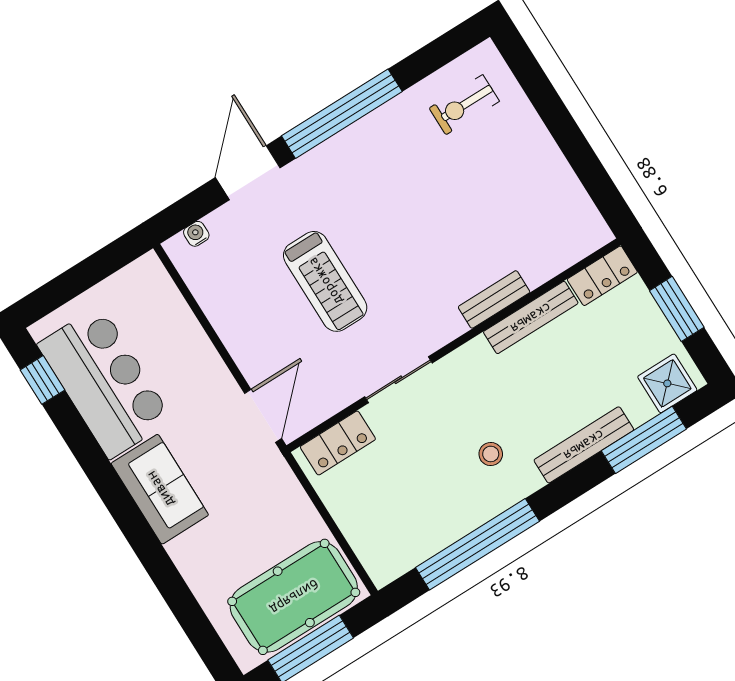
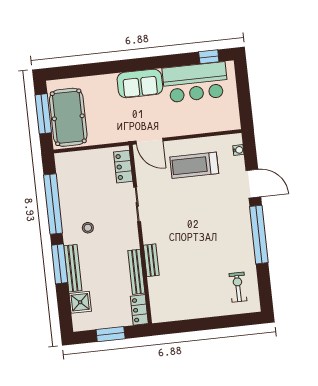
treadmill: (325, 281) -> (194, 165), moved
shower: (667, 383) -> (80, 302), moved
window: (644, 440) -> (60, 264), moved

